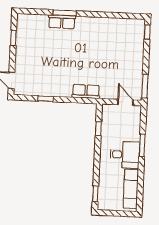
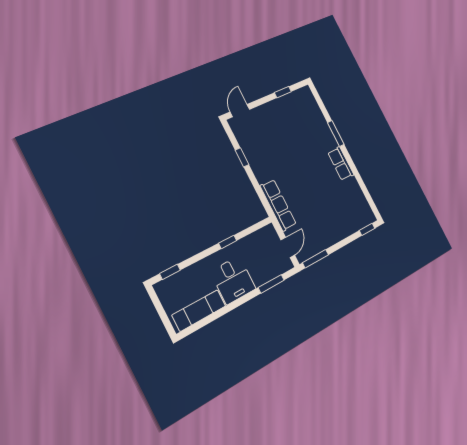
row of seats: (62, 22) -> (341, 164), moved
row of seats: (86, 91) -> (278, 205), width x1.48
window: (98, 128) -> (228, 242), moved
window: (142, 145) -> (271, 284), moved

